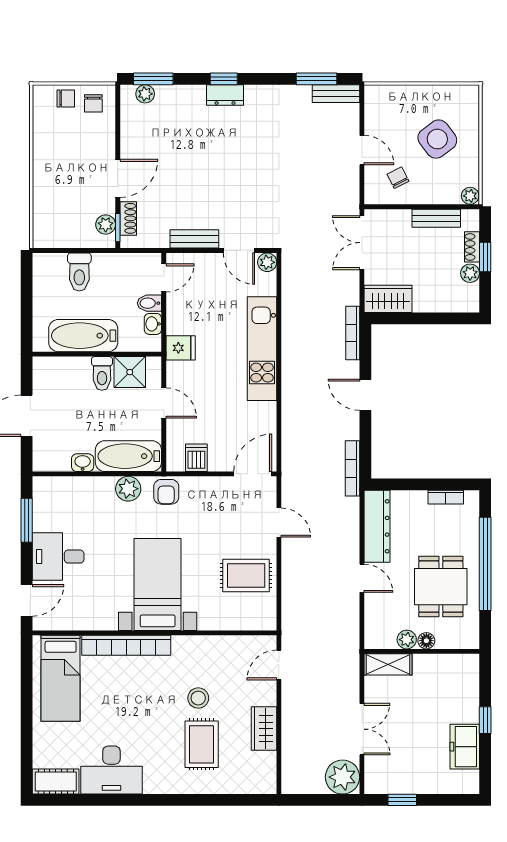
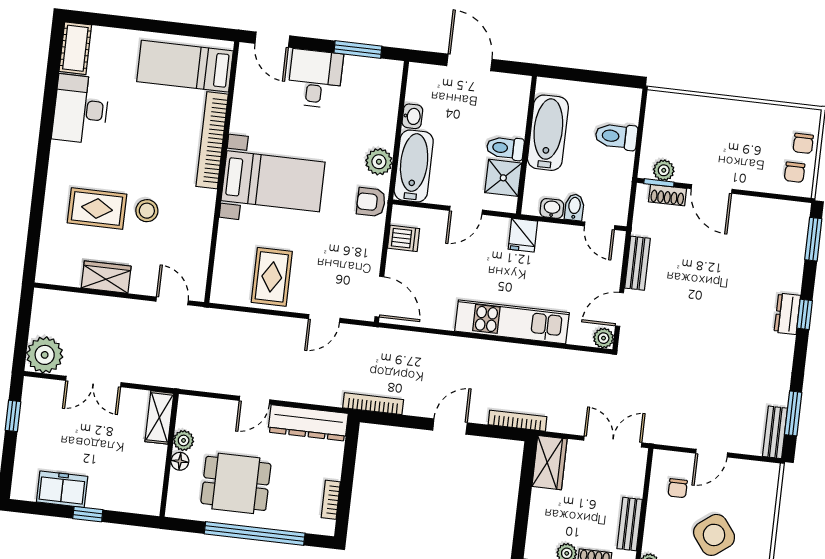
plant: (145, 94) -> (798, 229), removed
chair: (93, 103) -> (795, 172), turned -90
chair: (398, 178) -> (678, 488), turned 117

